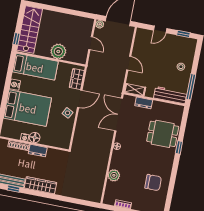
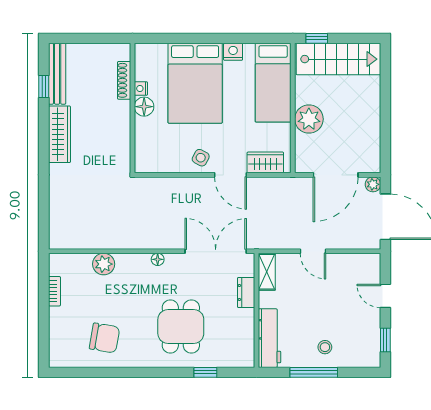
door: (91, 43) -> (336, 175), width x1.88
door: (129, 63) -> (313, 251), hinge flipped
window: (191, 87) -> (314, 372), moved
dining table: (163, 134) -> (181, 326), moved
window: (179, 147) -> (205, 372), moved
dresser: (38, 151) -> (122, 117), removed
chair: (153, 183) -> (104, 338), turned -80

